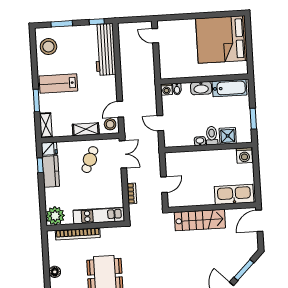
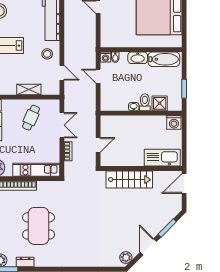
door: (120, 109) -> (62, 73), swing flipped
door: (160, 123) -> (98, 76), moved
stool: (110, 124) -> (47, 54), moved
double door: (123, 154) -> (62, 125), moved

